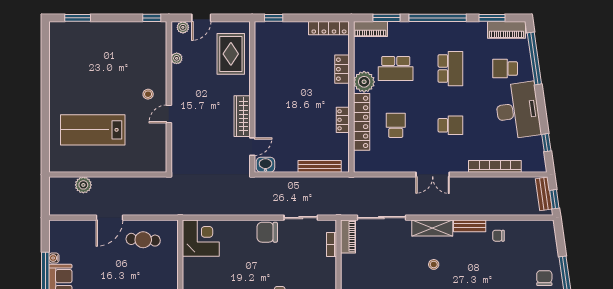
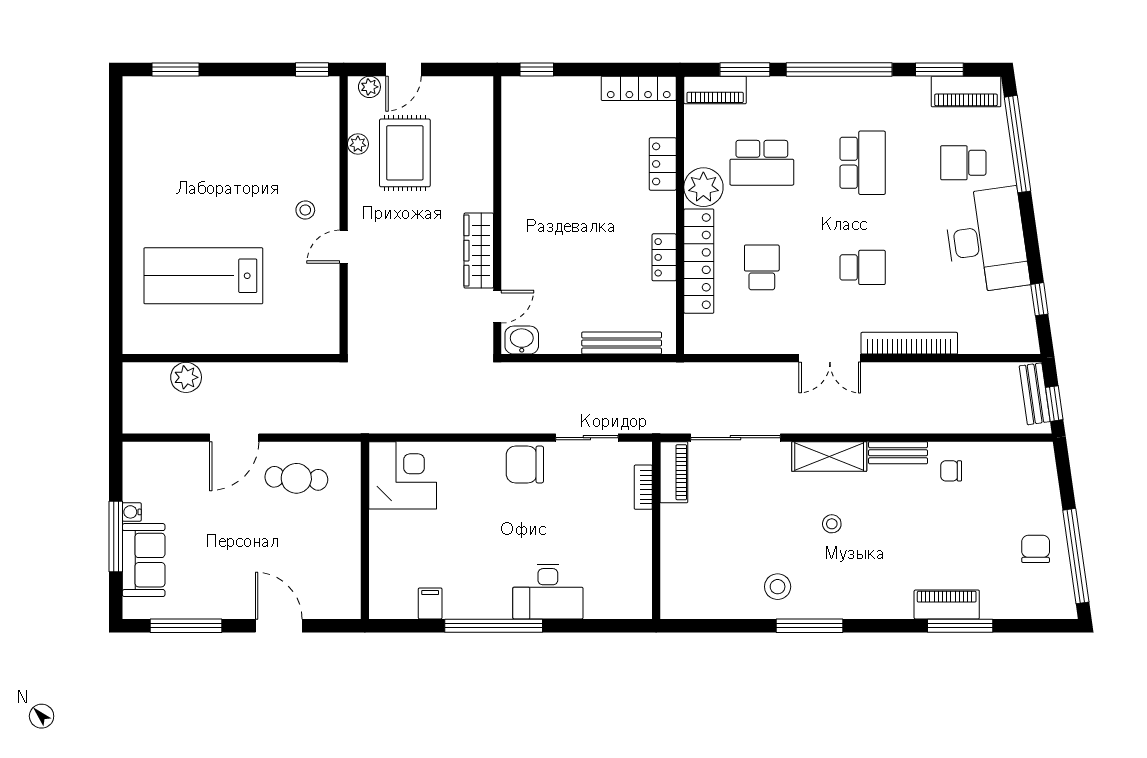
rug: (231, 54) -> (405, 153), moved
bookcase: (495, 166) -> (909, 343), moved

